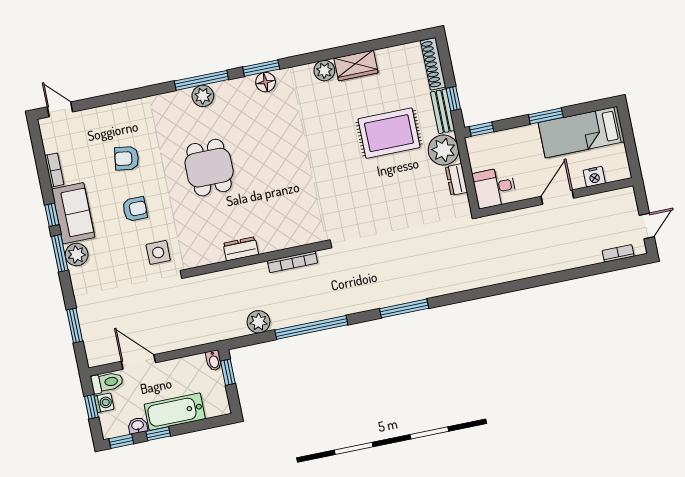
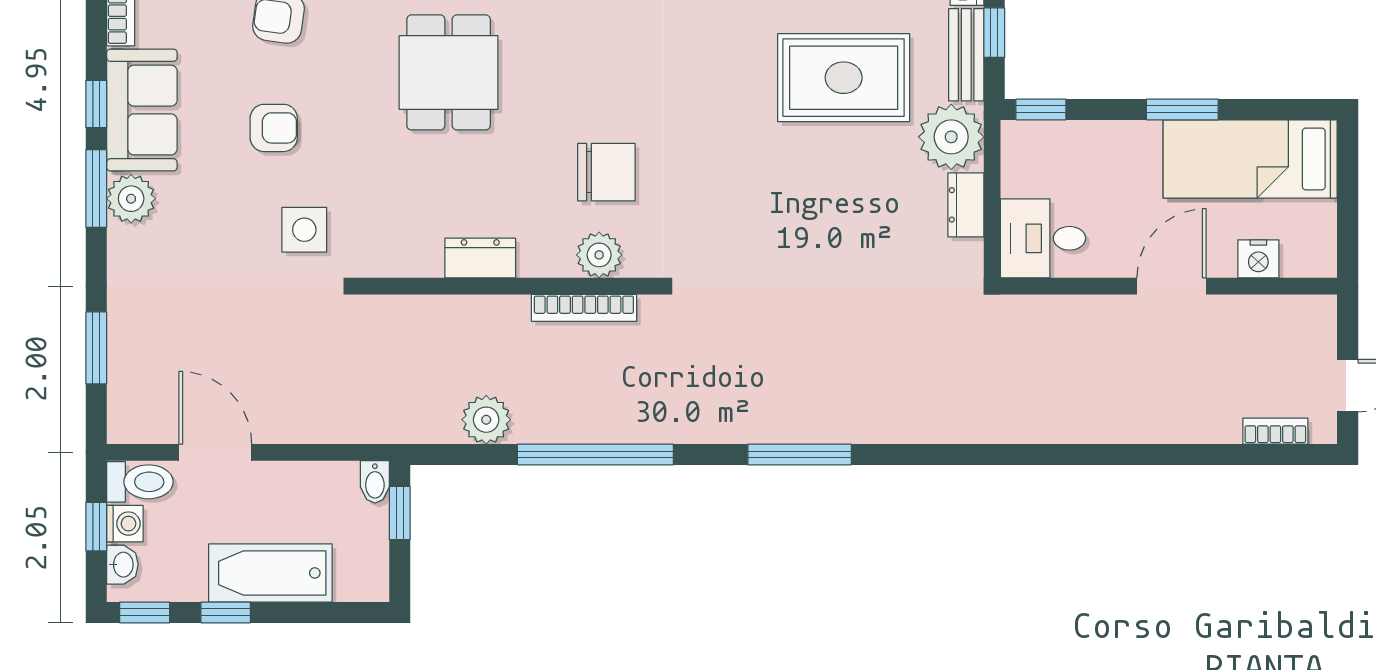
chair: (290, 198) -> (606, 172), added
plant: (294, 236) -> (599, 255), added
washbasin: (138, 426) -> (122, 565), moved, turned 90

